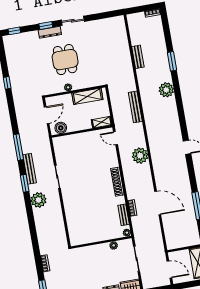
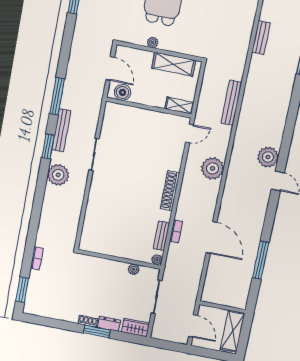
plant: (166, 90) -> (268, 157), moved
door: (47, 115) -> (110, 68), hinge flipped
door: (116, 138) -> (189, 133), swing flipped

